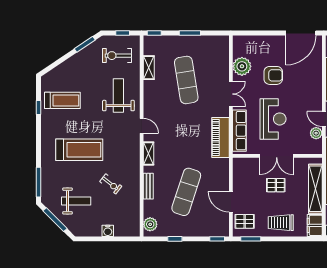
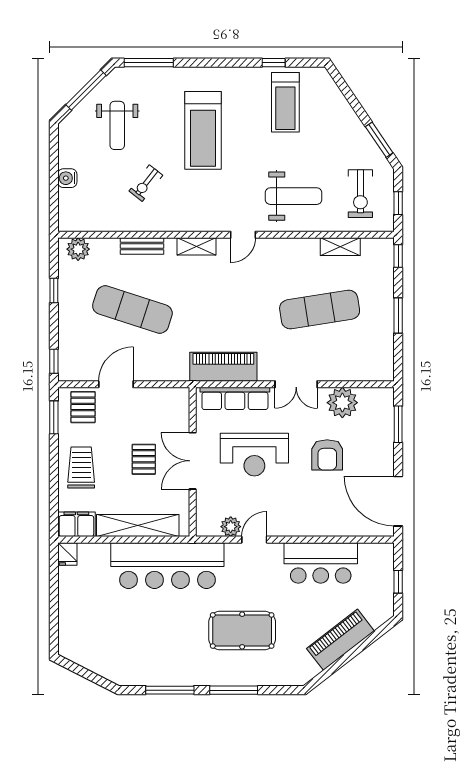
window: (255, 33) -> (398, 424), added
exercise bike: (117, 56) -> (360, 194), turned 180

